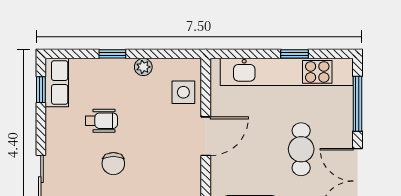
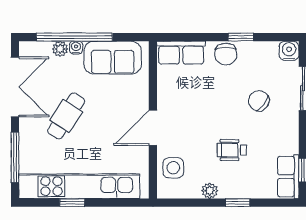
wheelchair: (101, 121) -> (232, 150), moved
cafe table: (301, 149) -> (66, 116), turned 33
chair: (113, 164) -> (259, 101), moved, turned -53

